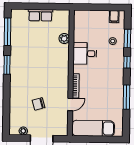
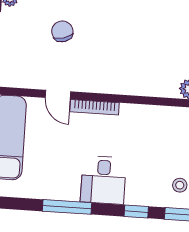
desk: (85, 53) -> (103, 180), moved, turned 180

